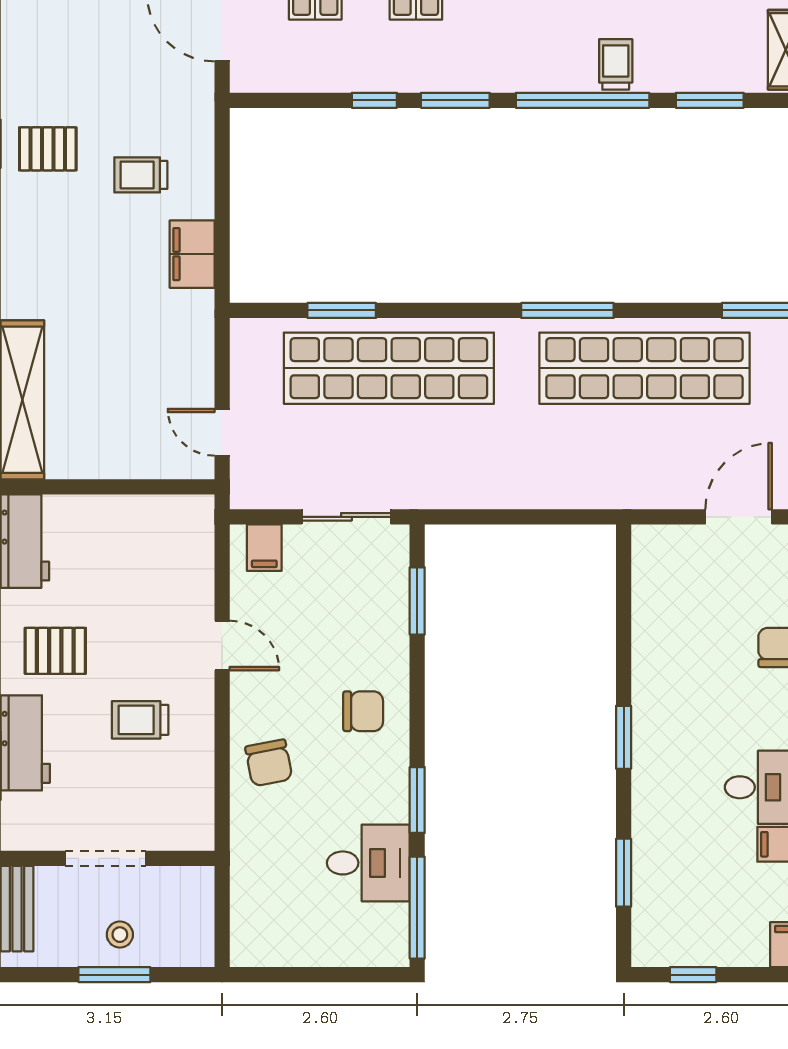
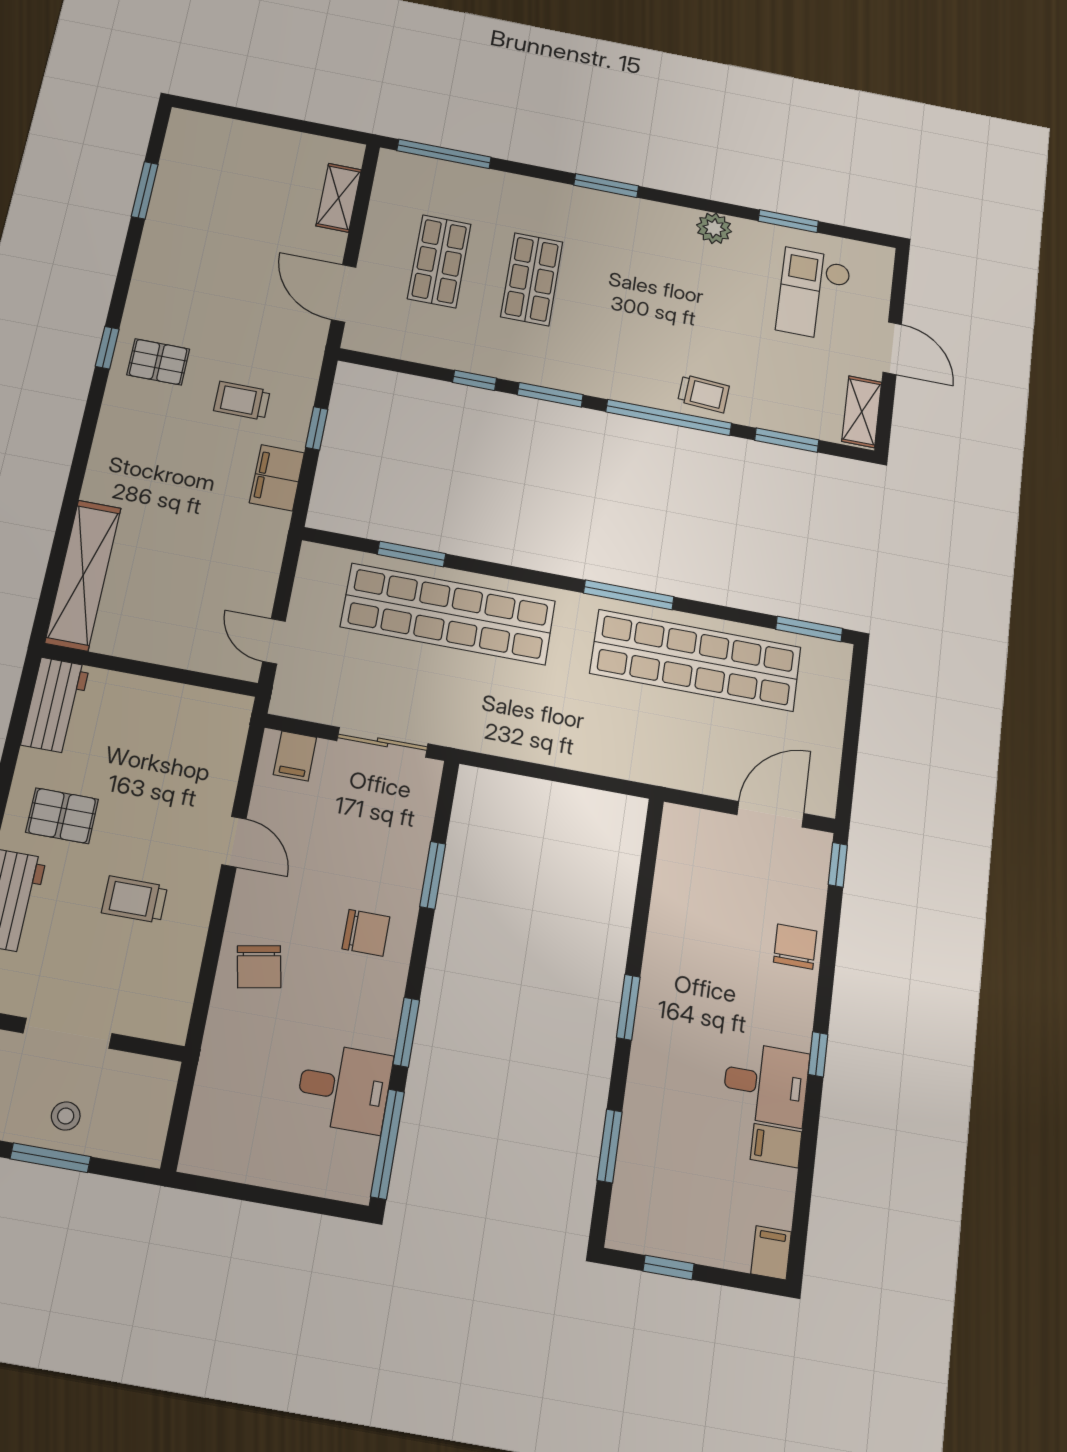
trolley: (616, 64) -> (704, 394), turned 94
window: (222, 190) -> (317, 428), added
window: (417, 601) -> (433, 875), moved

